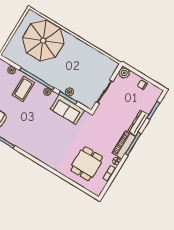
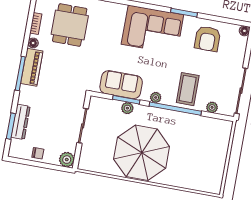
parasol: (43, 41) -> (142, 153), moved
dresser: (138, 123) -> (21, 122), moved
corner sofa: (32, 139) -> (152, 30), added

